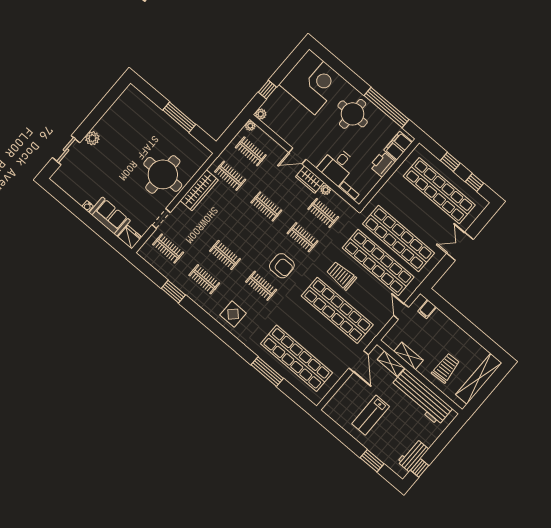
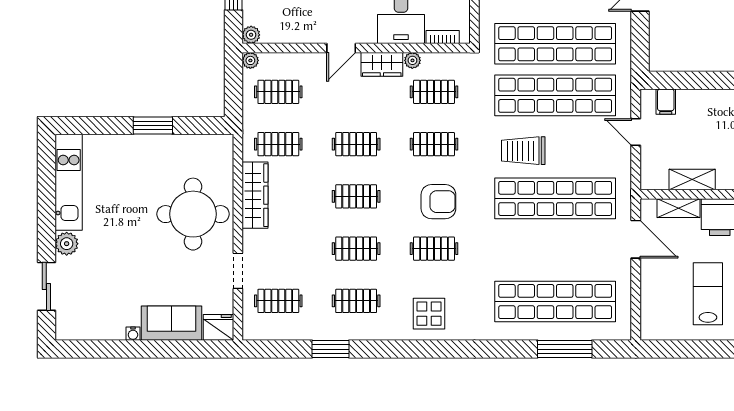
kitchen unit: (118, 110) -> (69, 182), added
window: (179, 117) -> (153, 125), width x0.69
clothes rail: (246, 231) -> (356, 196), added
window: (267, 372) -> (565, 349), moved
lab bench: (371, 415) -> (708, 294), turned 180

